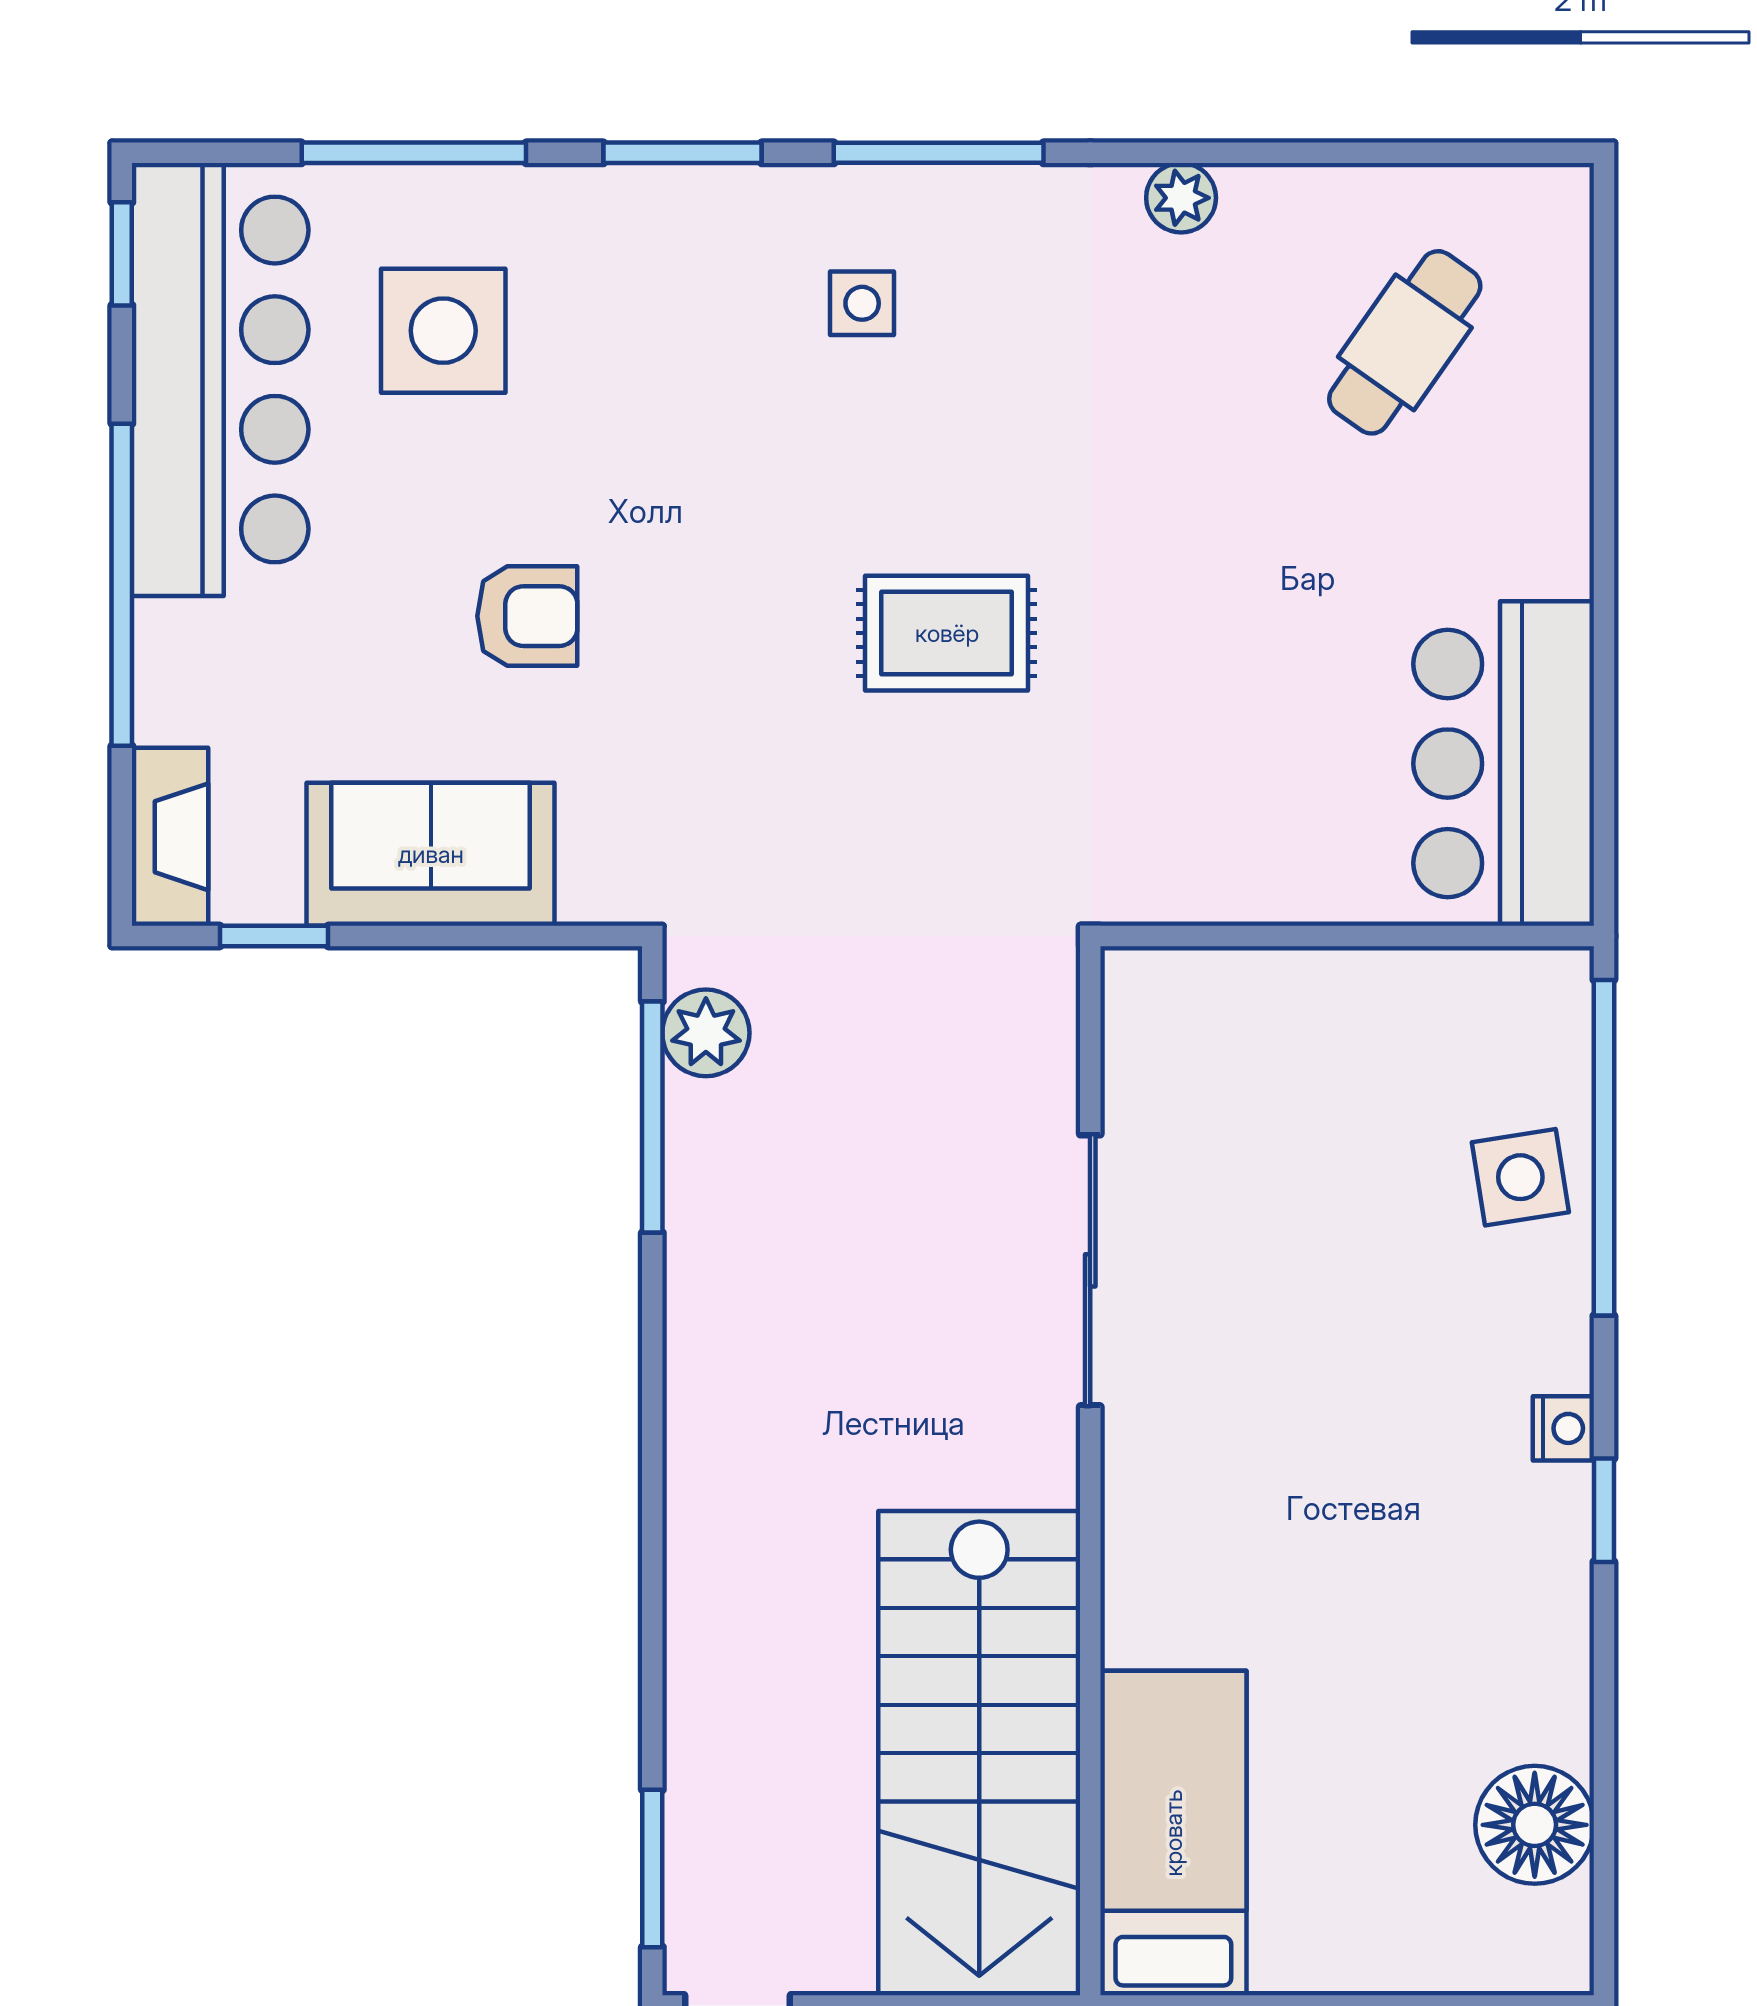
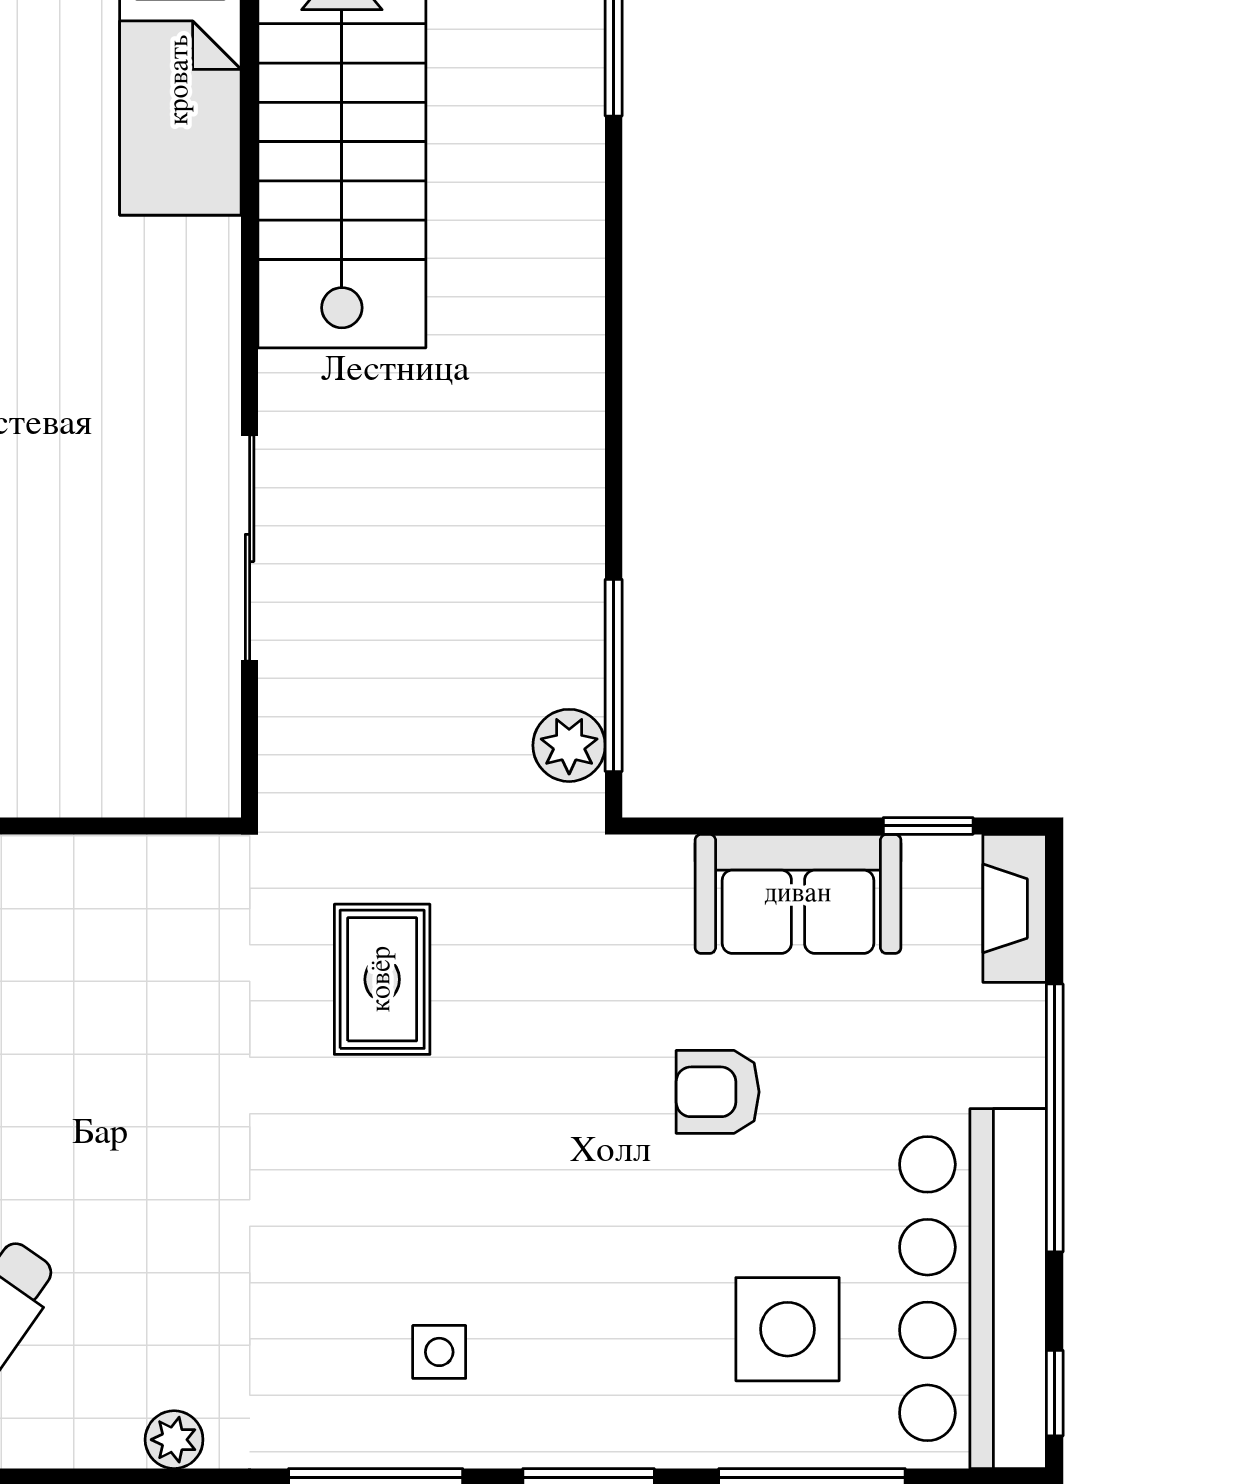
rug: (947, 633) -> (382, 979), moved, turned 90

